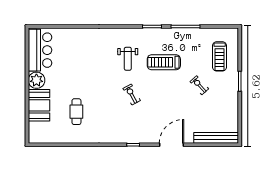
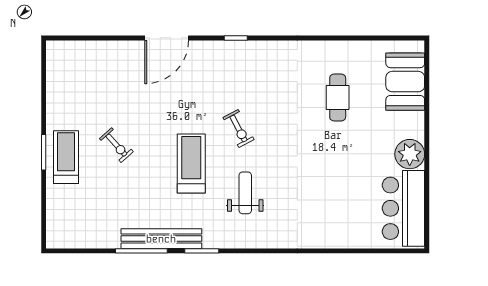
treadmill: (220, 56) -> (66, 157), moved
treadmill: (164, 62) -> (191, 164), moved, turned -90
booth: (39, 105) -> (405, 82), moved
bench: (216, 138) -> (161, 239), moved

